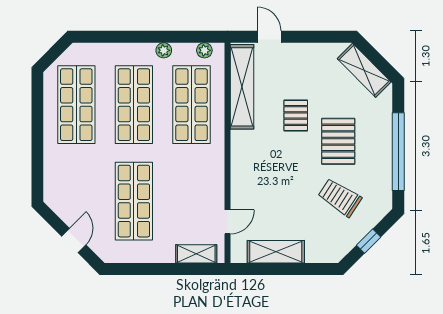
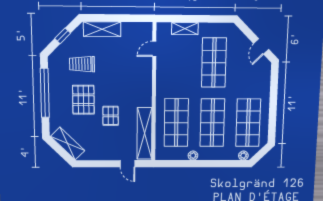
plant: (204, 50) -> (243, 156), moved
trolley: (340, 197) -> (82, 64), turned 147
door: (74, 241) -> (261, 46), moved
shelving: (276, 252) -> (102, 29), moved
shelving: (196, 254) -> (185, 28), moved

